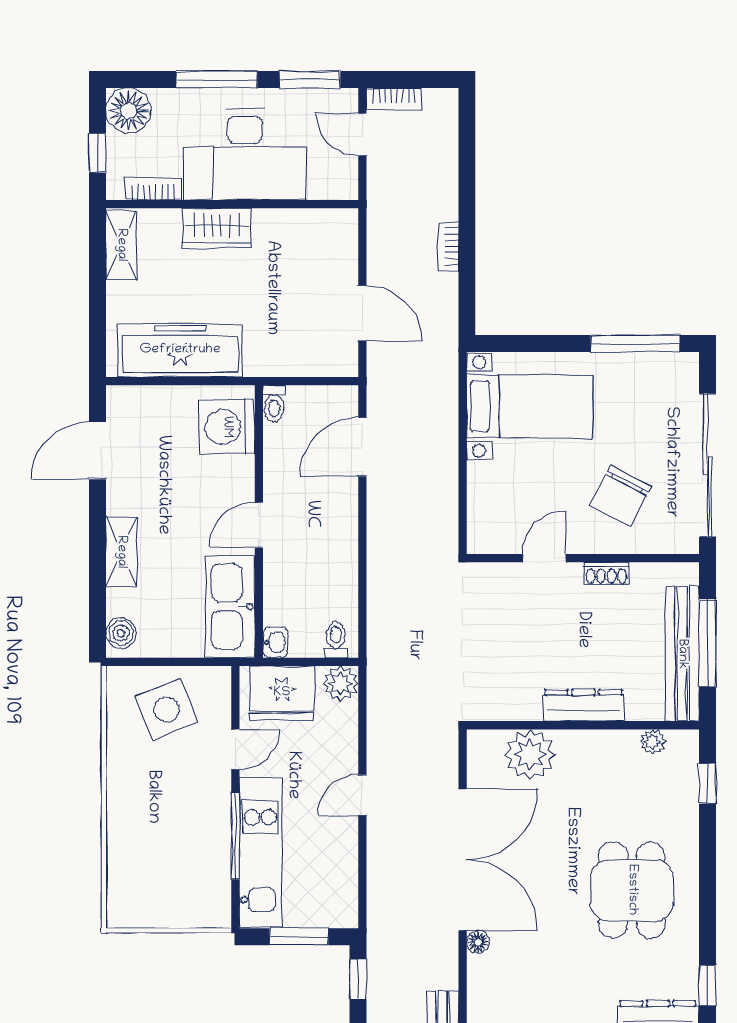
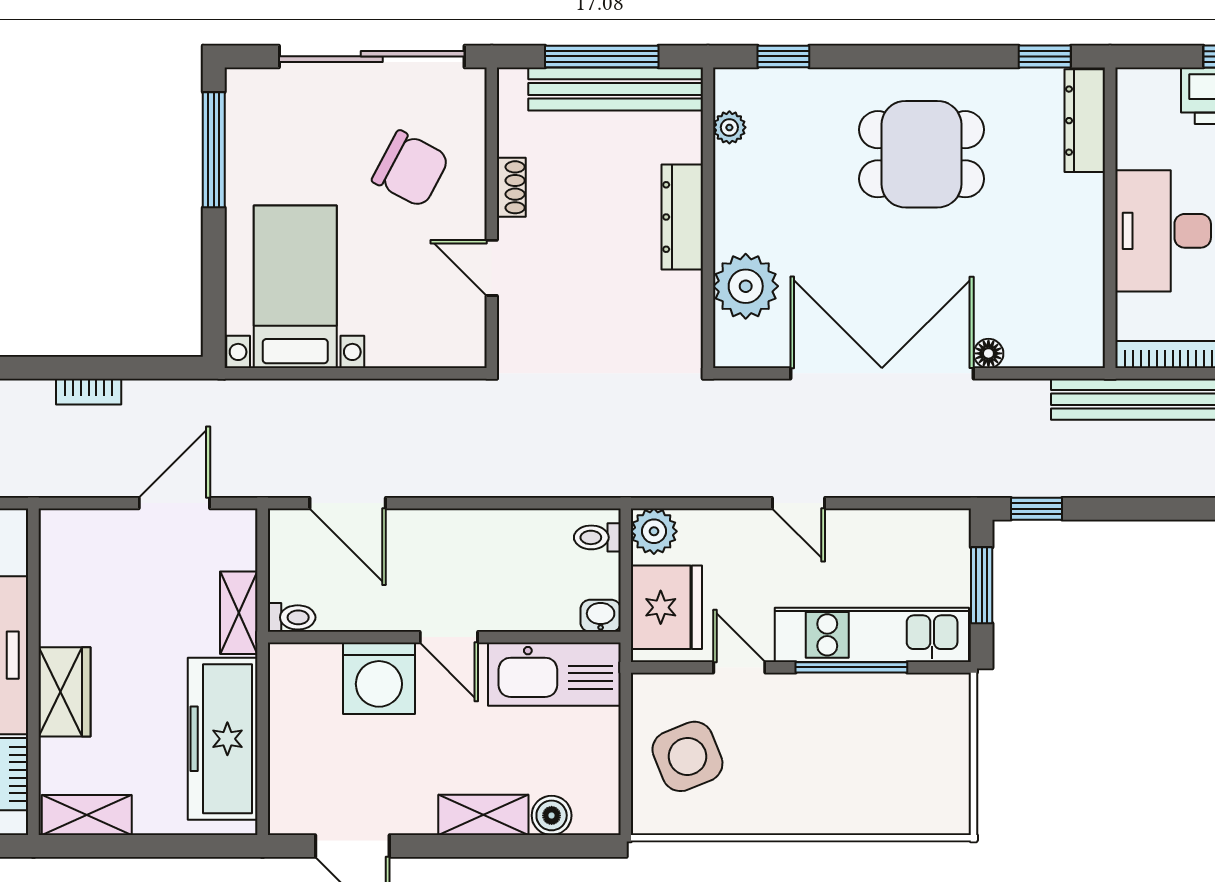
shelving: (278, 363) -> (239, 613), added
washing machine: (227, 427) -> (379, 678), moved
boiler: (121, 633) -> (552, 815), moved

